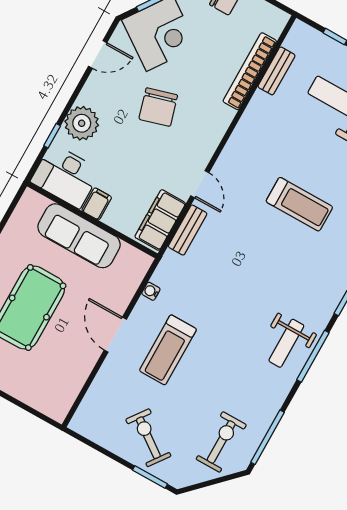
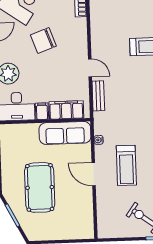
chair: (158, 107) -> (43, 41), turned 86
filing cabinet: (160, 220) -> (66, 110), moved, turned 90
sofa: (79, 236) -> (65, 133), moved

